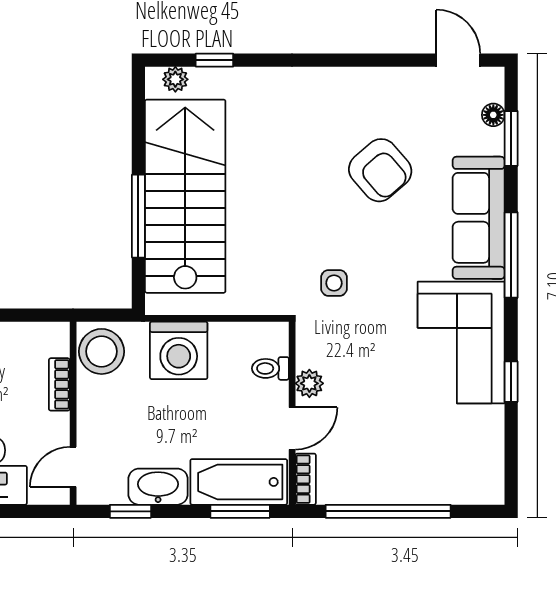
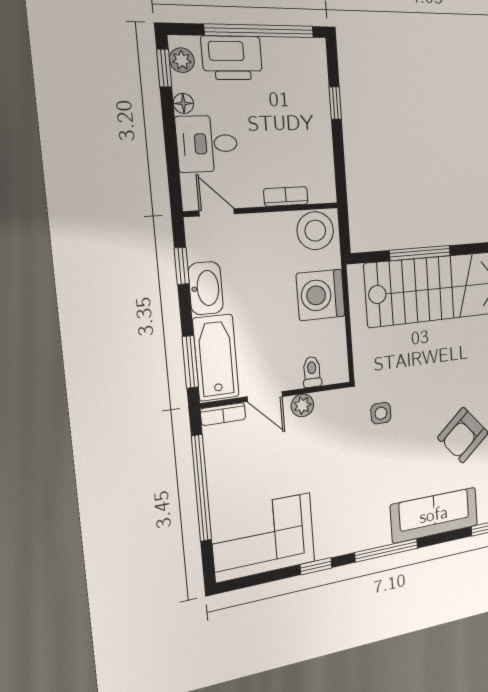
window: (511, 255) -> (386, 550), moved
corner sofa: (461, 342) -> (263, 537), moved

